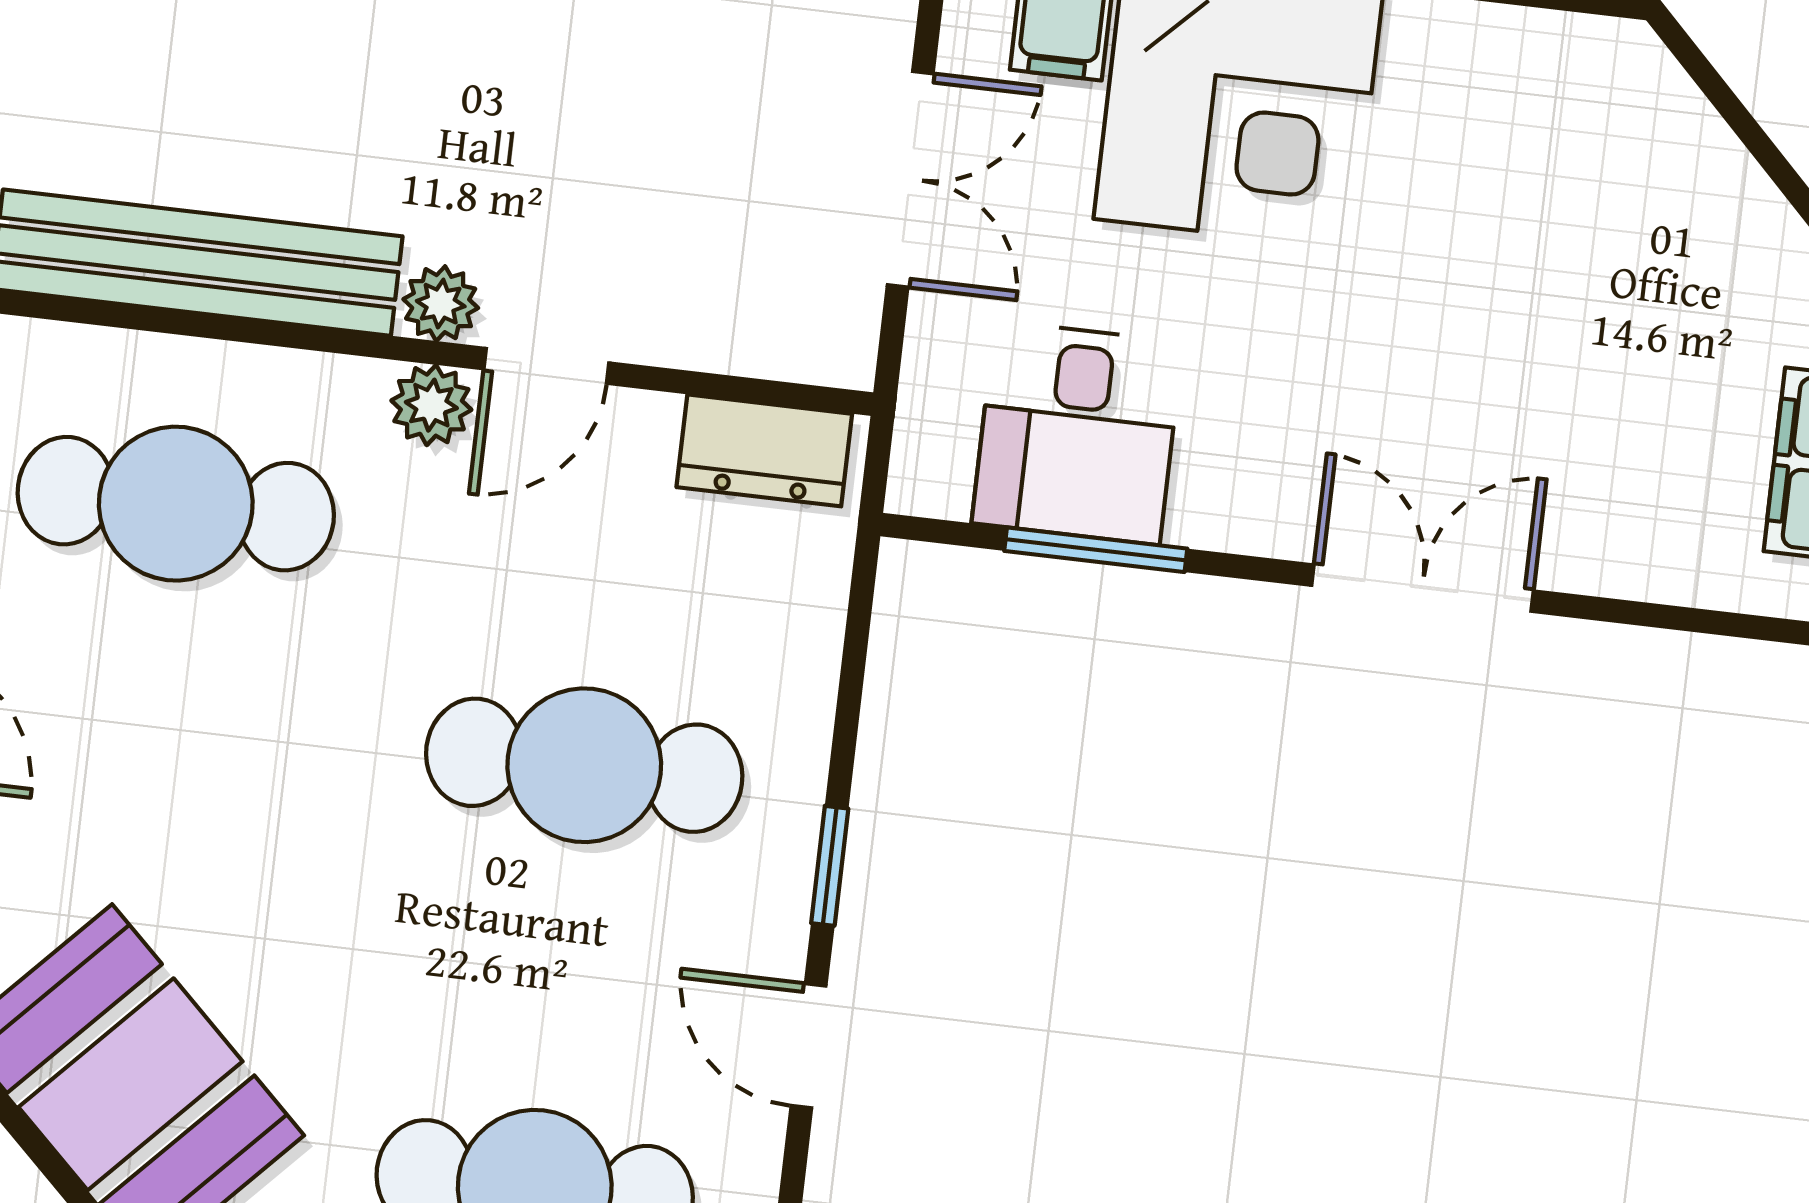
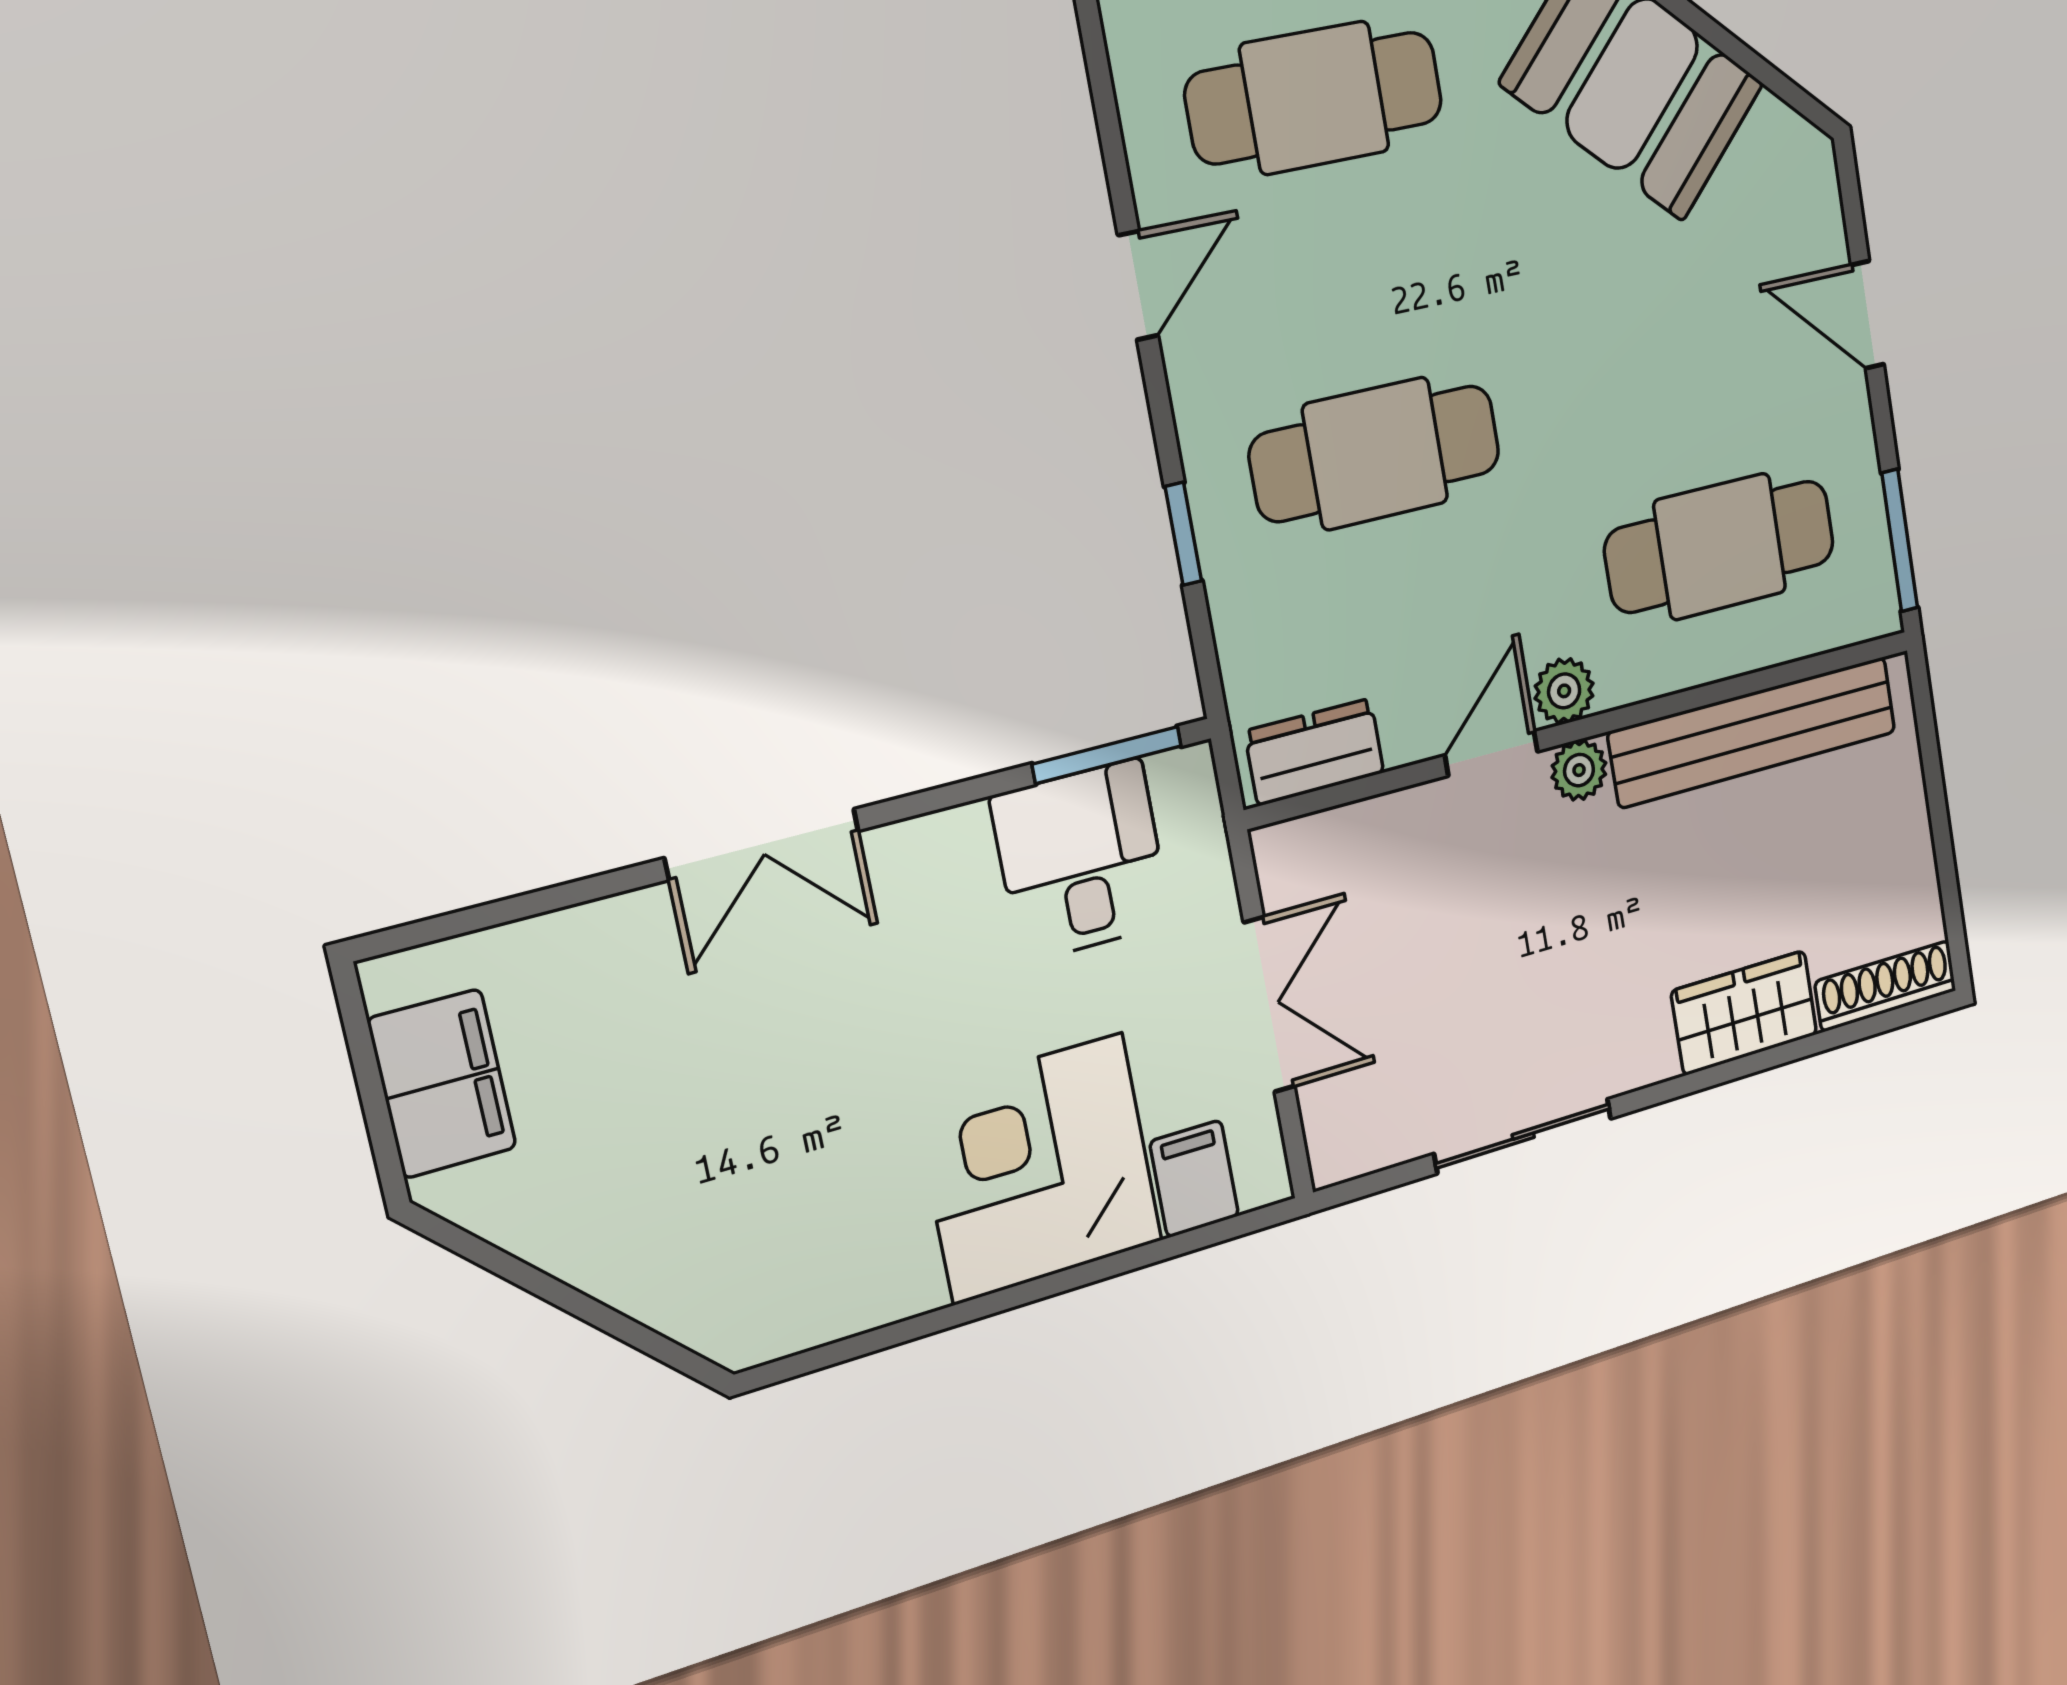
double door: (910, 179) -> (1269, 1005), swing flipped
window: (1096, 550) -> (1107, 755), moved
window: (830, 866) -> (1183, 534), moved
door: (809, 1046) -> (1138, 286), hinge flipped

